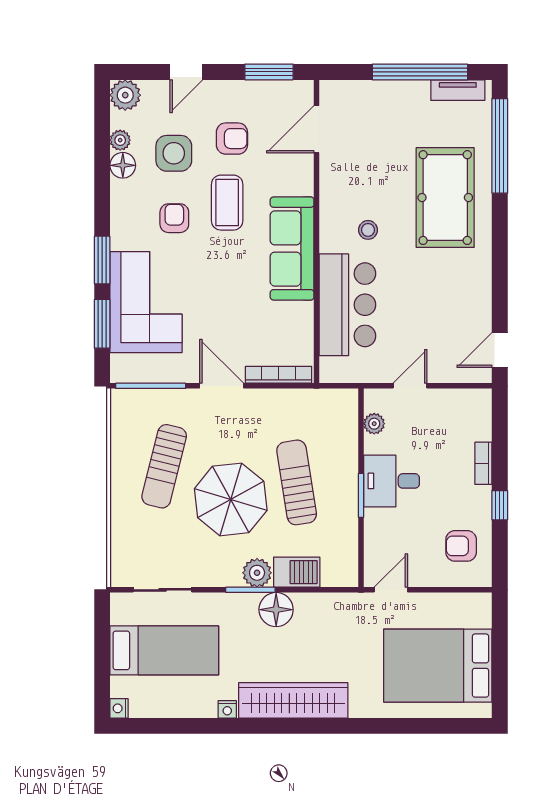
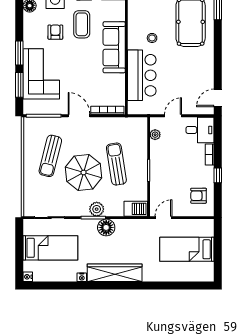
desk: (392, 481) -> (200, 130), moved, turned 180
barbecue: (297, 572) -> (136, 209), moved
bed: (438, 666) -> (187, 249), width x0.67

